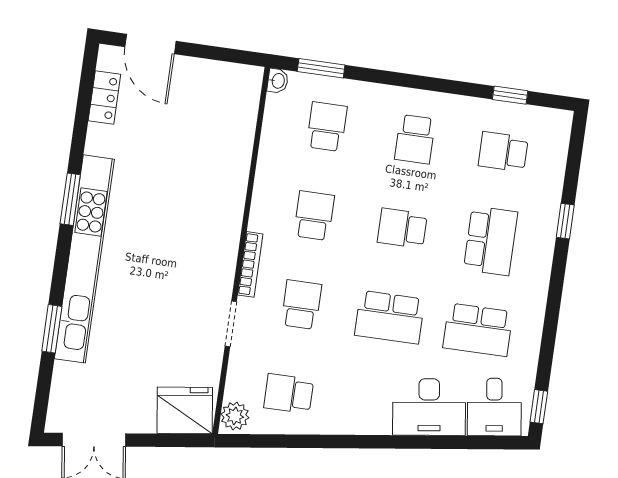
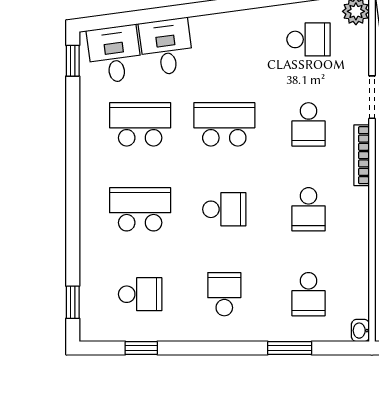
window: (321, 68) -> (290, 348), moved
window: (565, 221) -> (73, 302), moved
school desk: (491, 241) -> (140, 209), turned 90
desk: (429, 407) -> (166, 47), width x0.73

